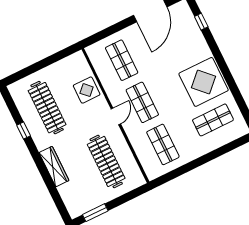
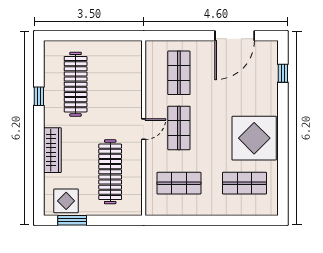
display table: (87, 90) -> (66, 201), moved
shop shelf: (163, 144) -> (179, 183), turned 90

